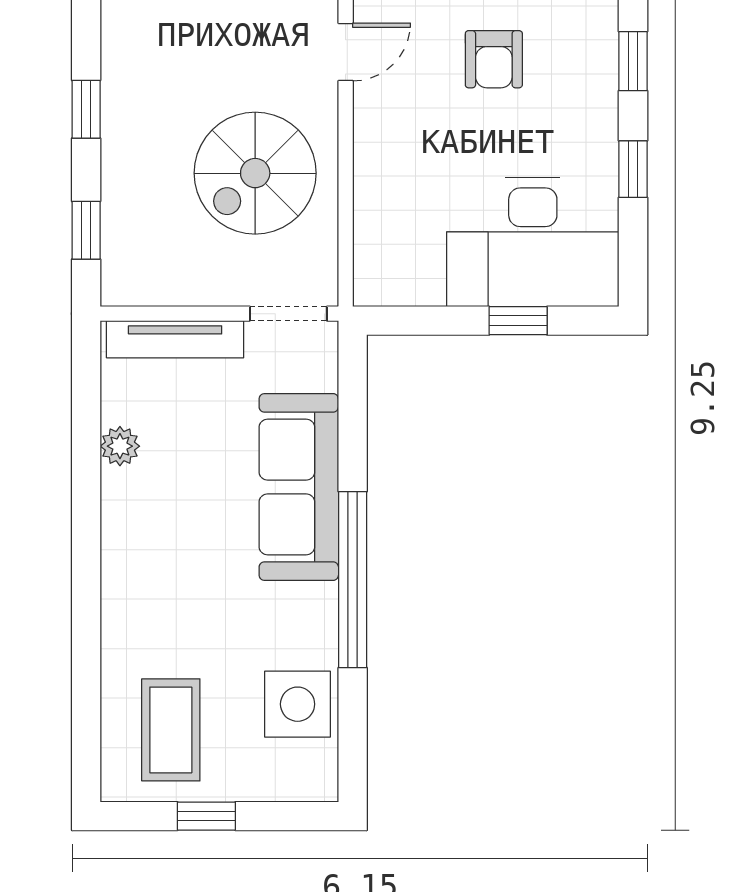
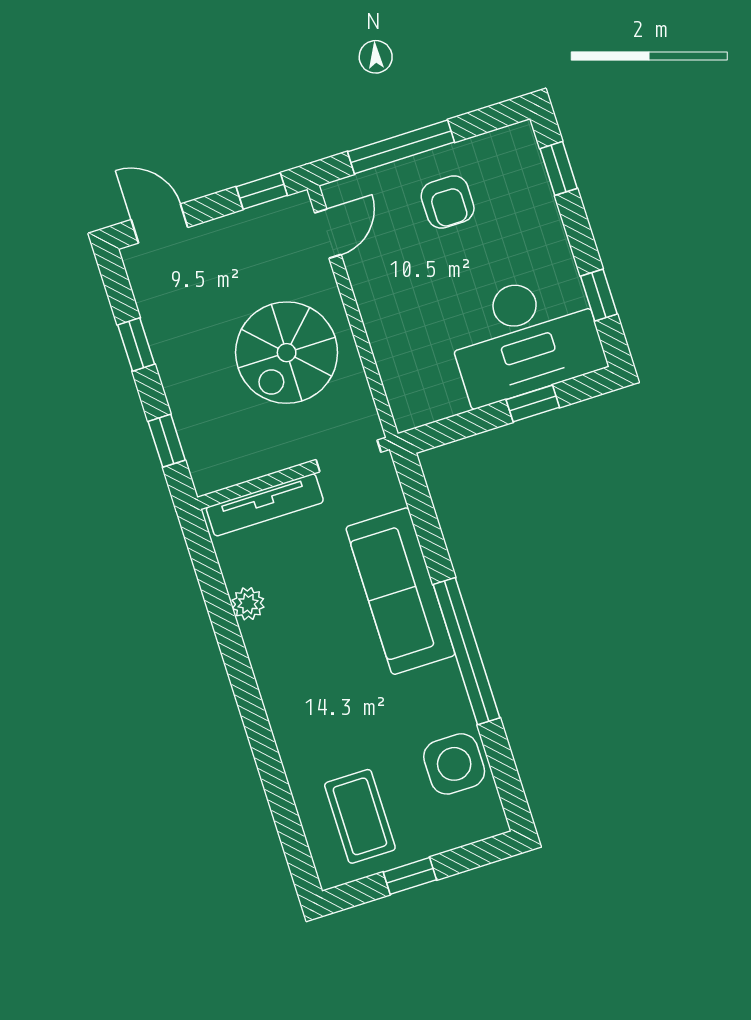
window: (633, 169) -> (599, 295), moved

